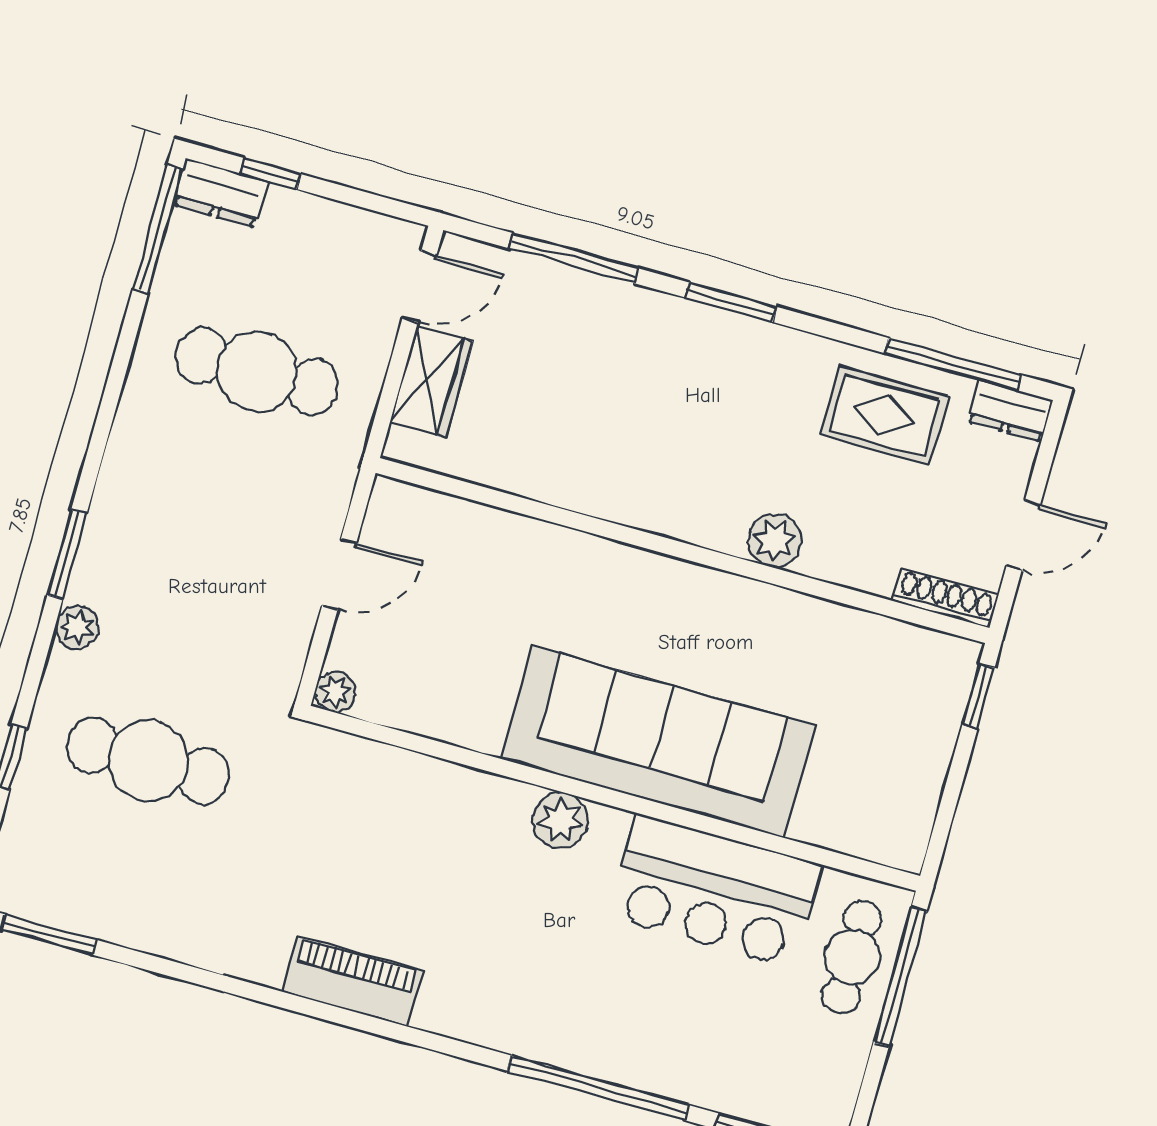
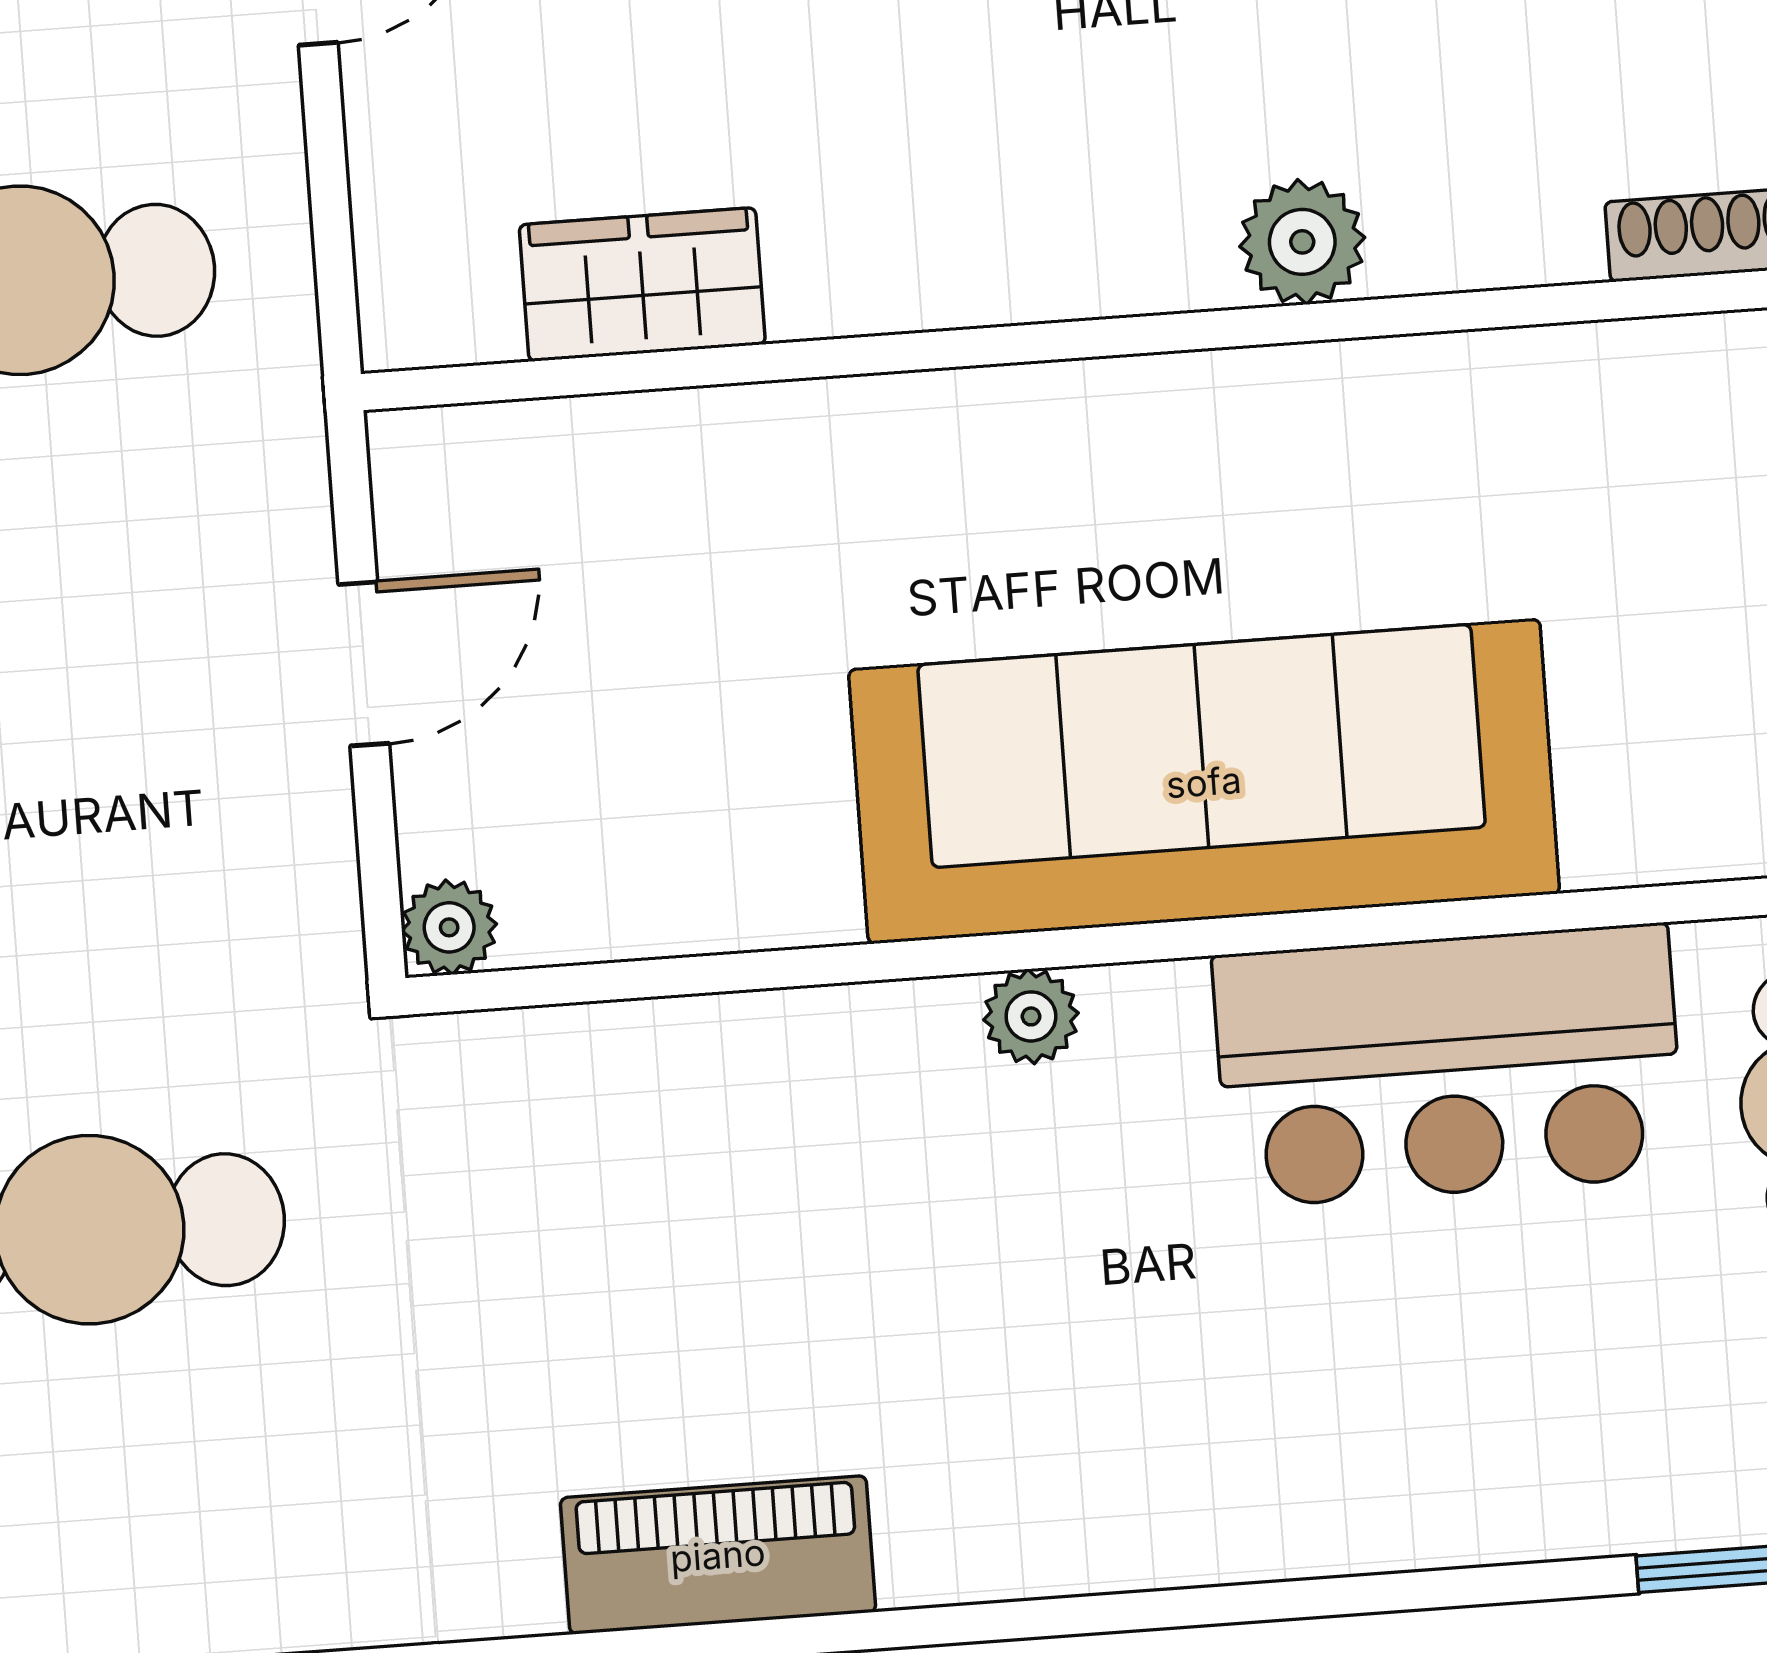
wardrobe: (431, 382) -> (642, 284), moved, turned -90
plant: (560, 820) -> (1031, 1016), width x0.73, depth x0.73
window: (598, 1088) -> (1347, 1596), removed

